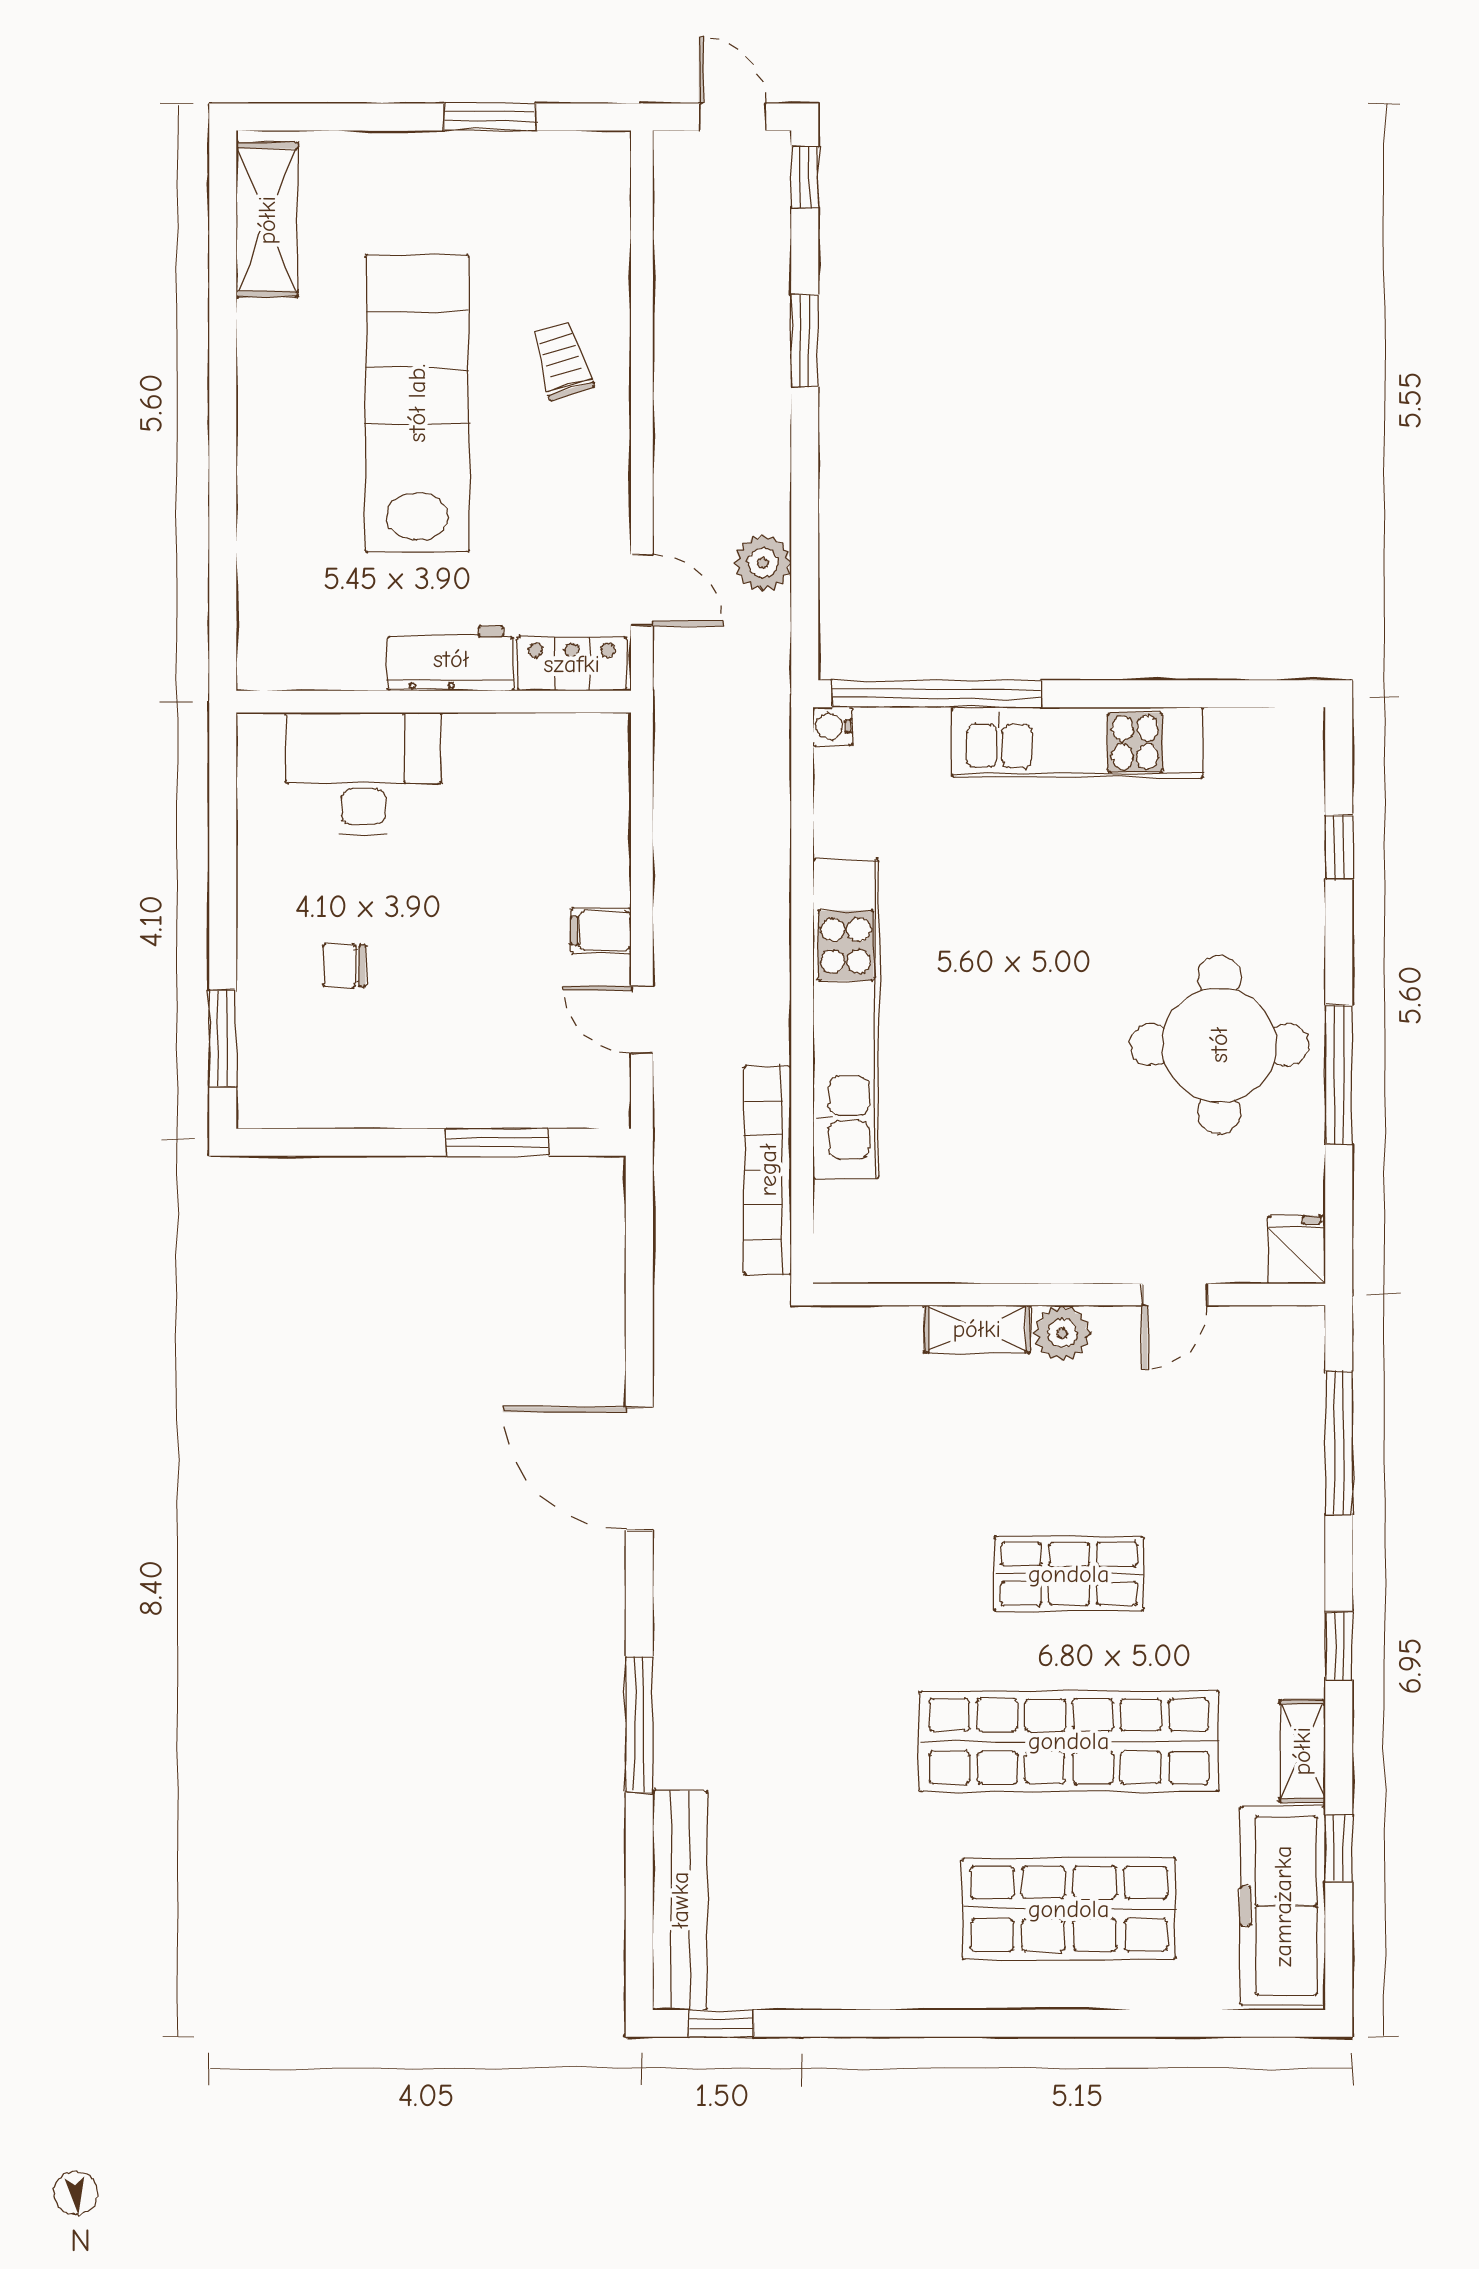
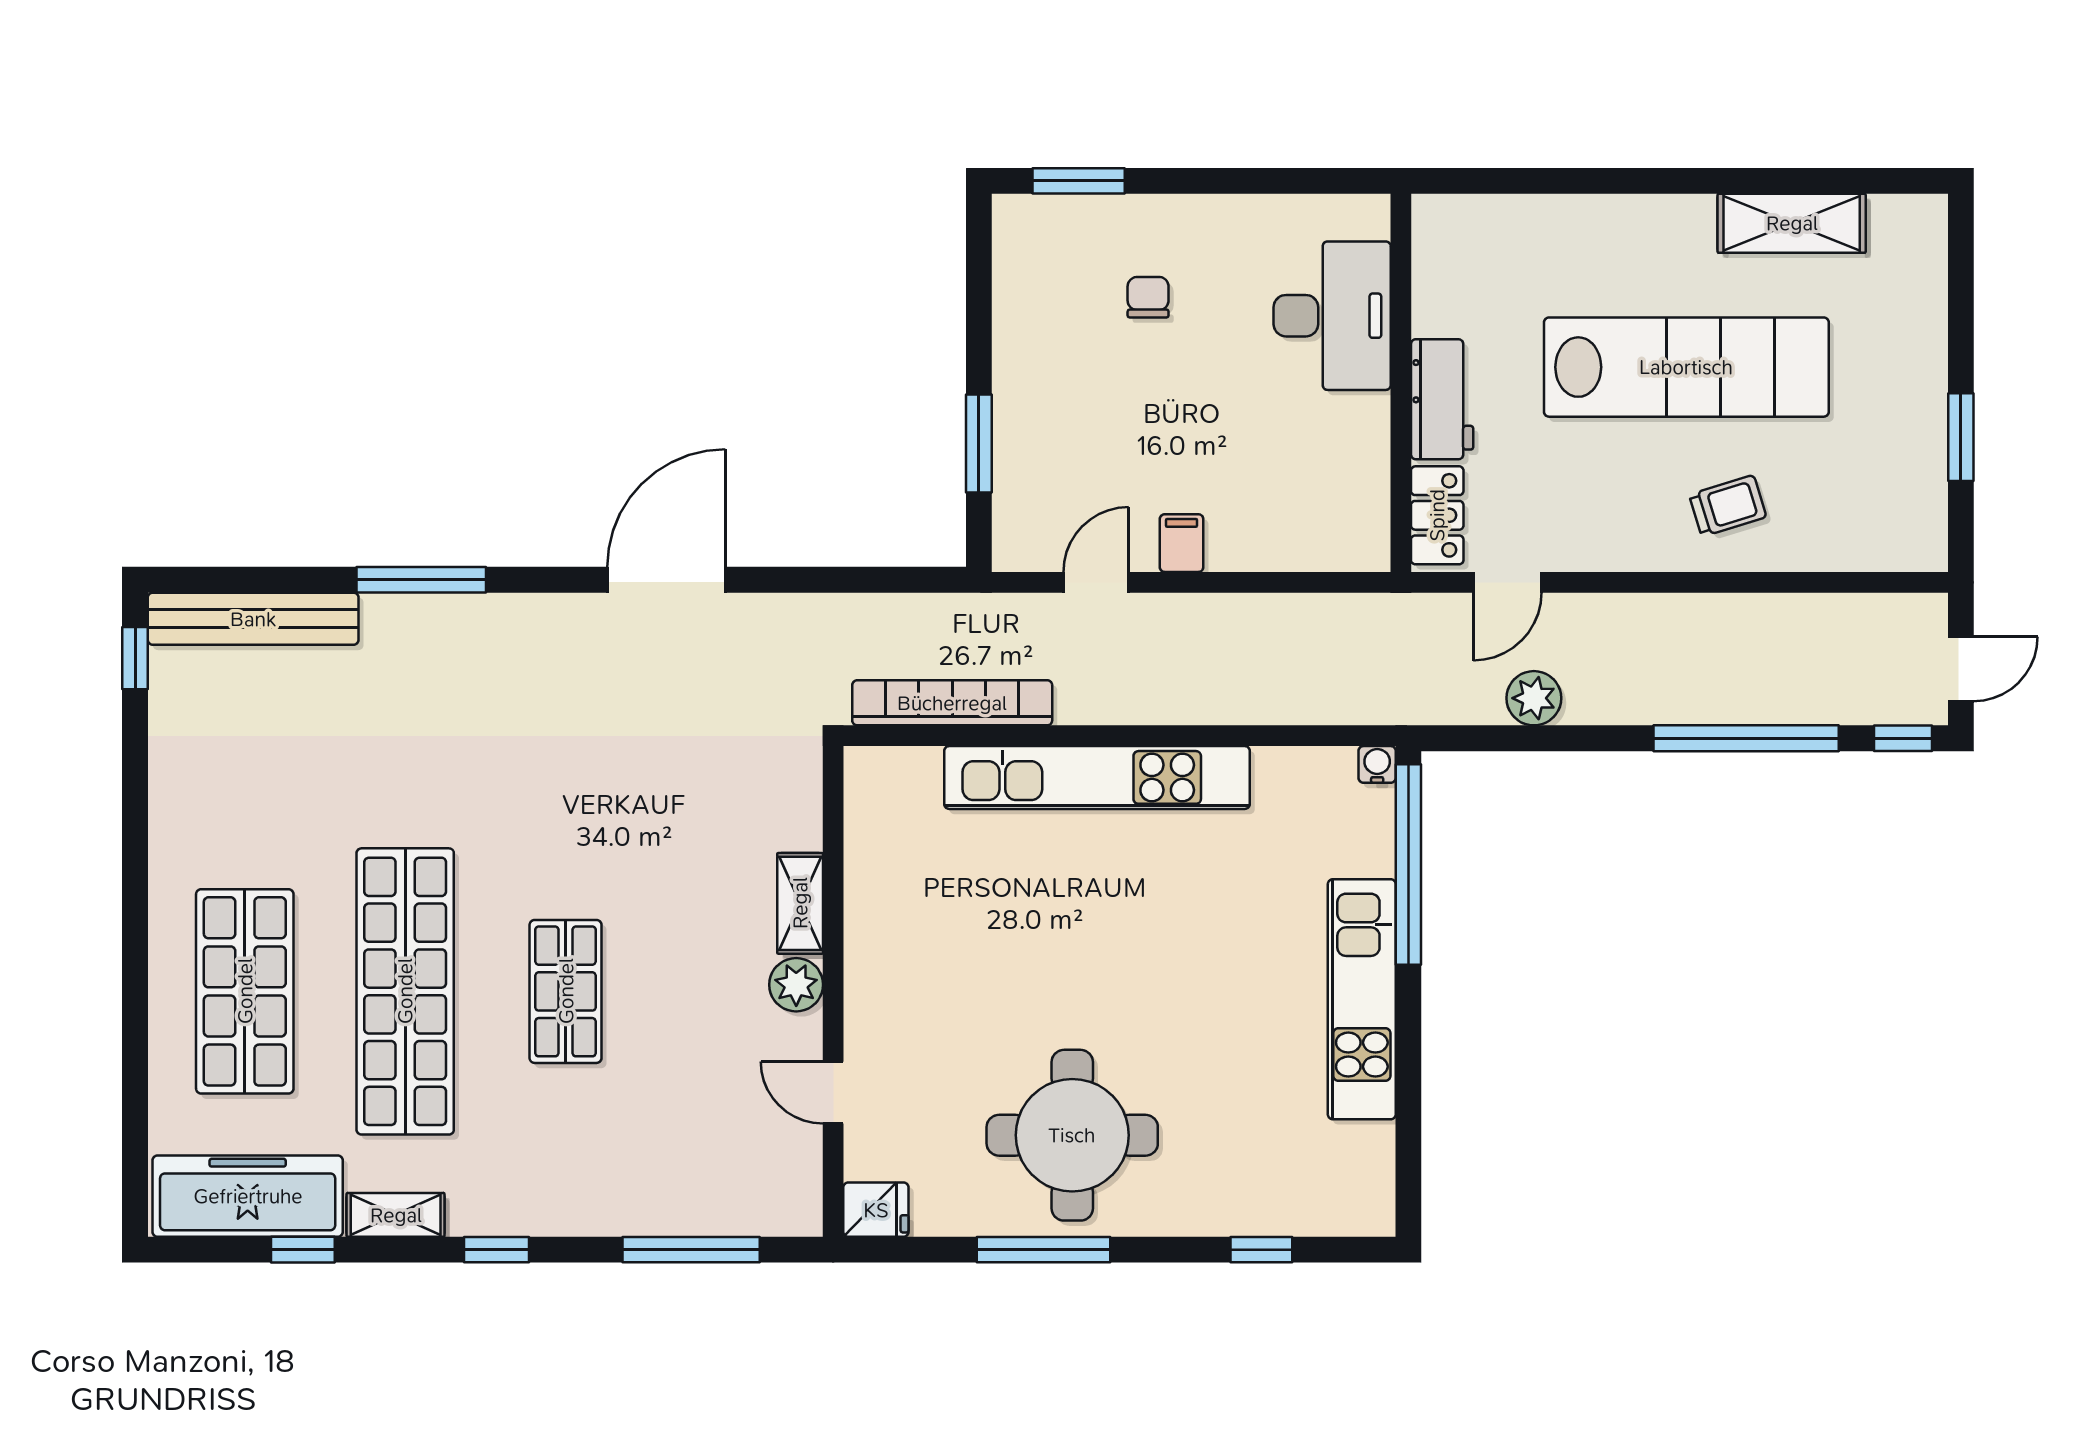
shelving: (267, 220) -> (1792, 223), moved
window: (805, 341) -> (1746, 738), width x2.11

